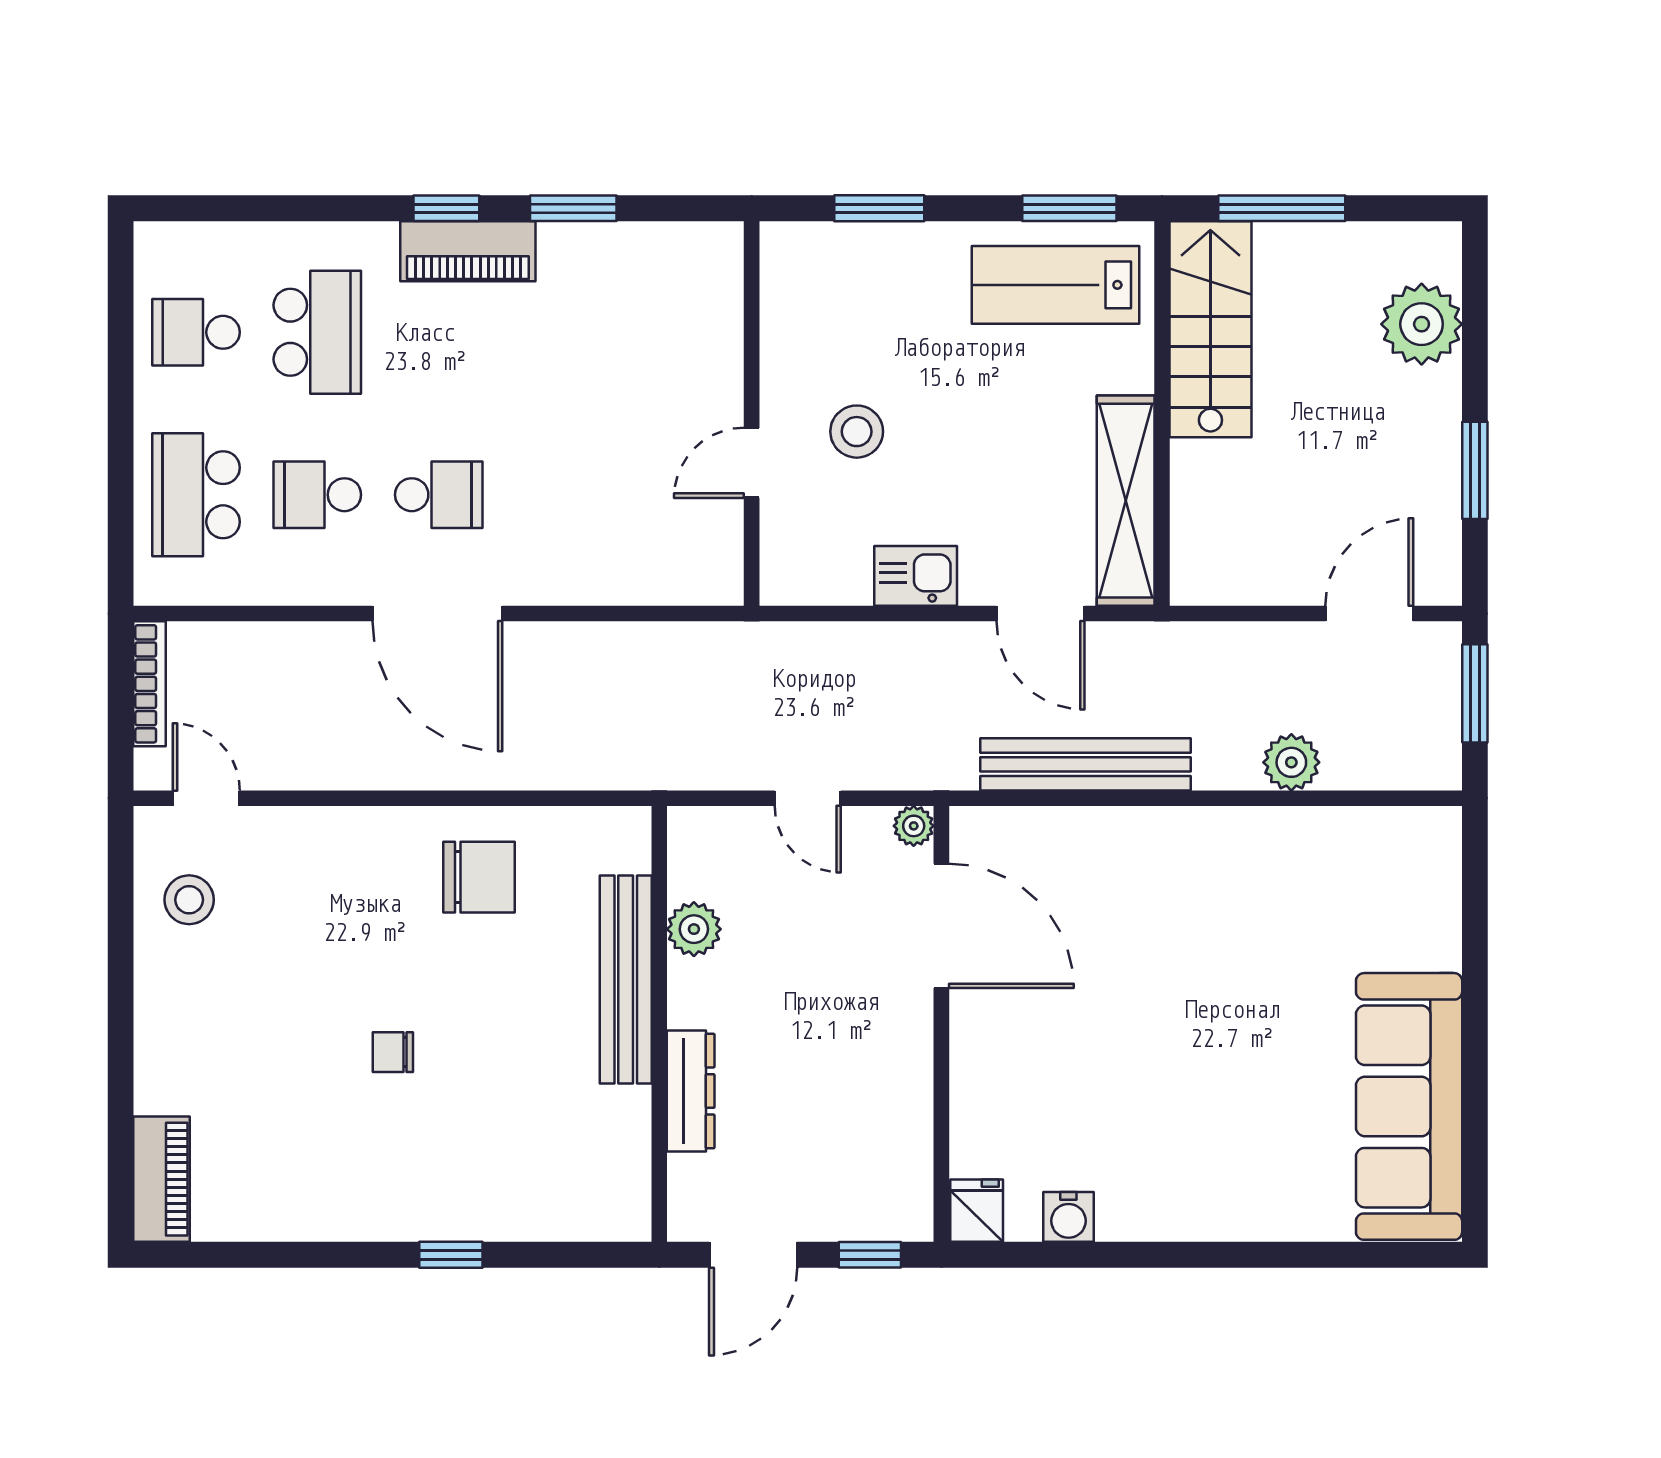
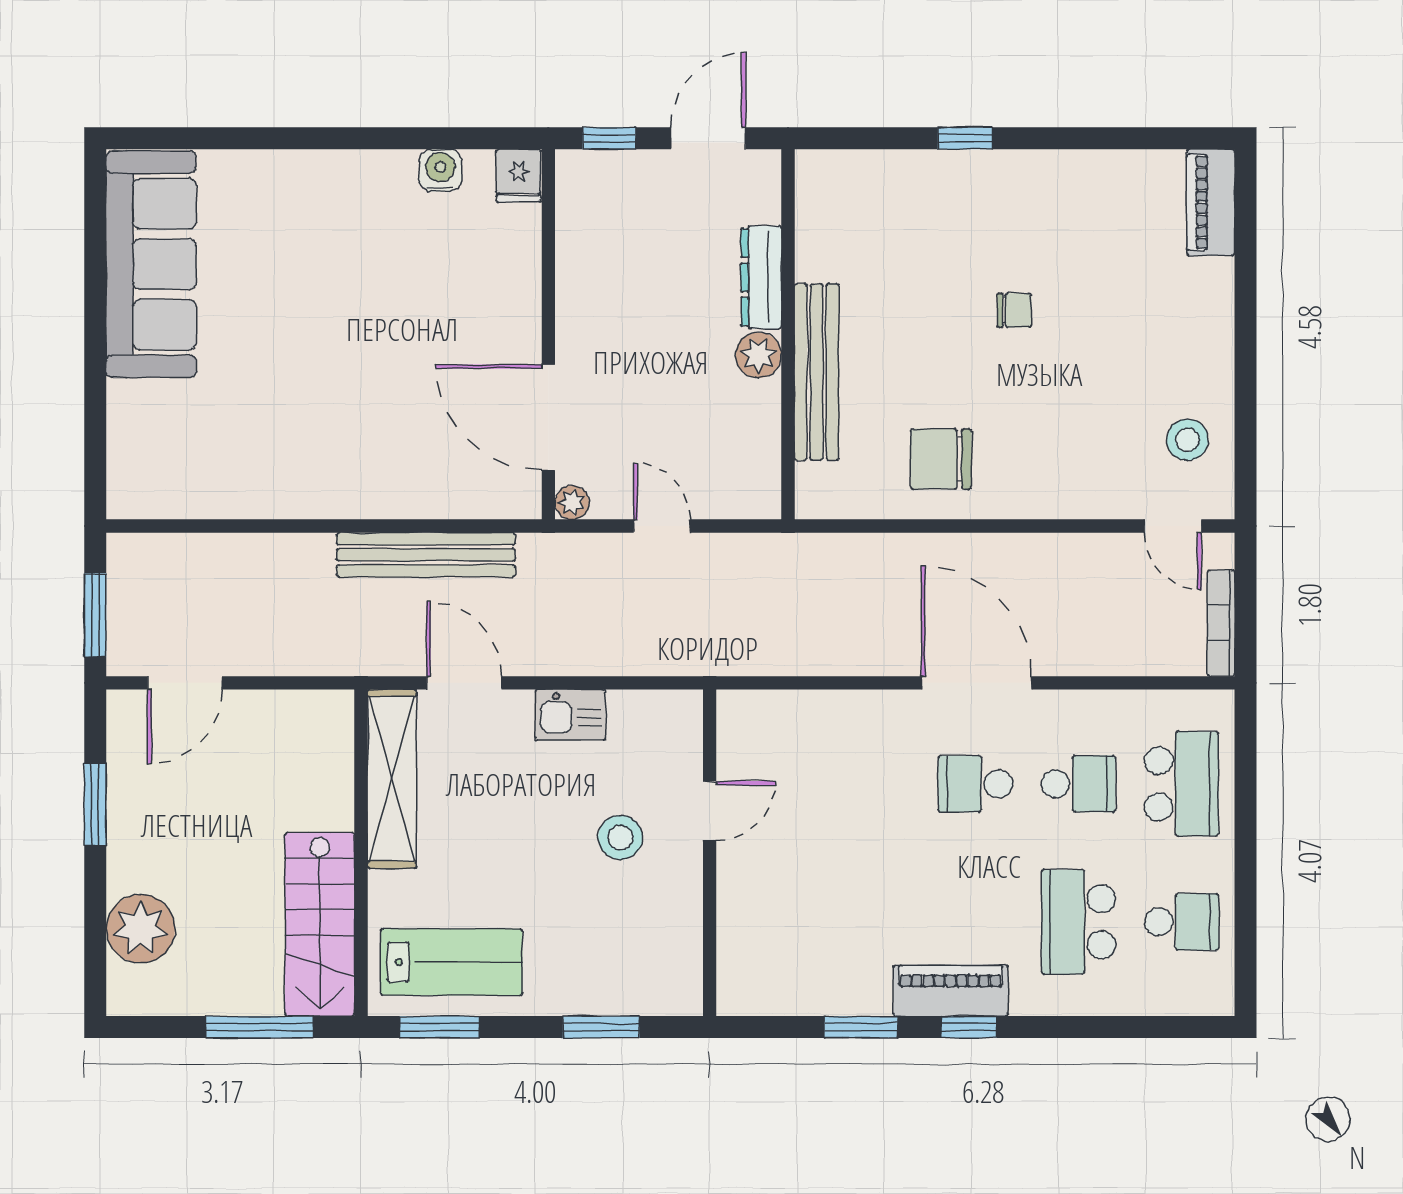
plant: (1291, 762) -> (251, 556), removed
plant: (694, 929) -> (759, 355), moved

